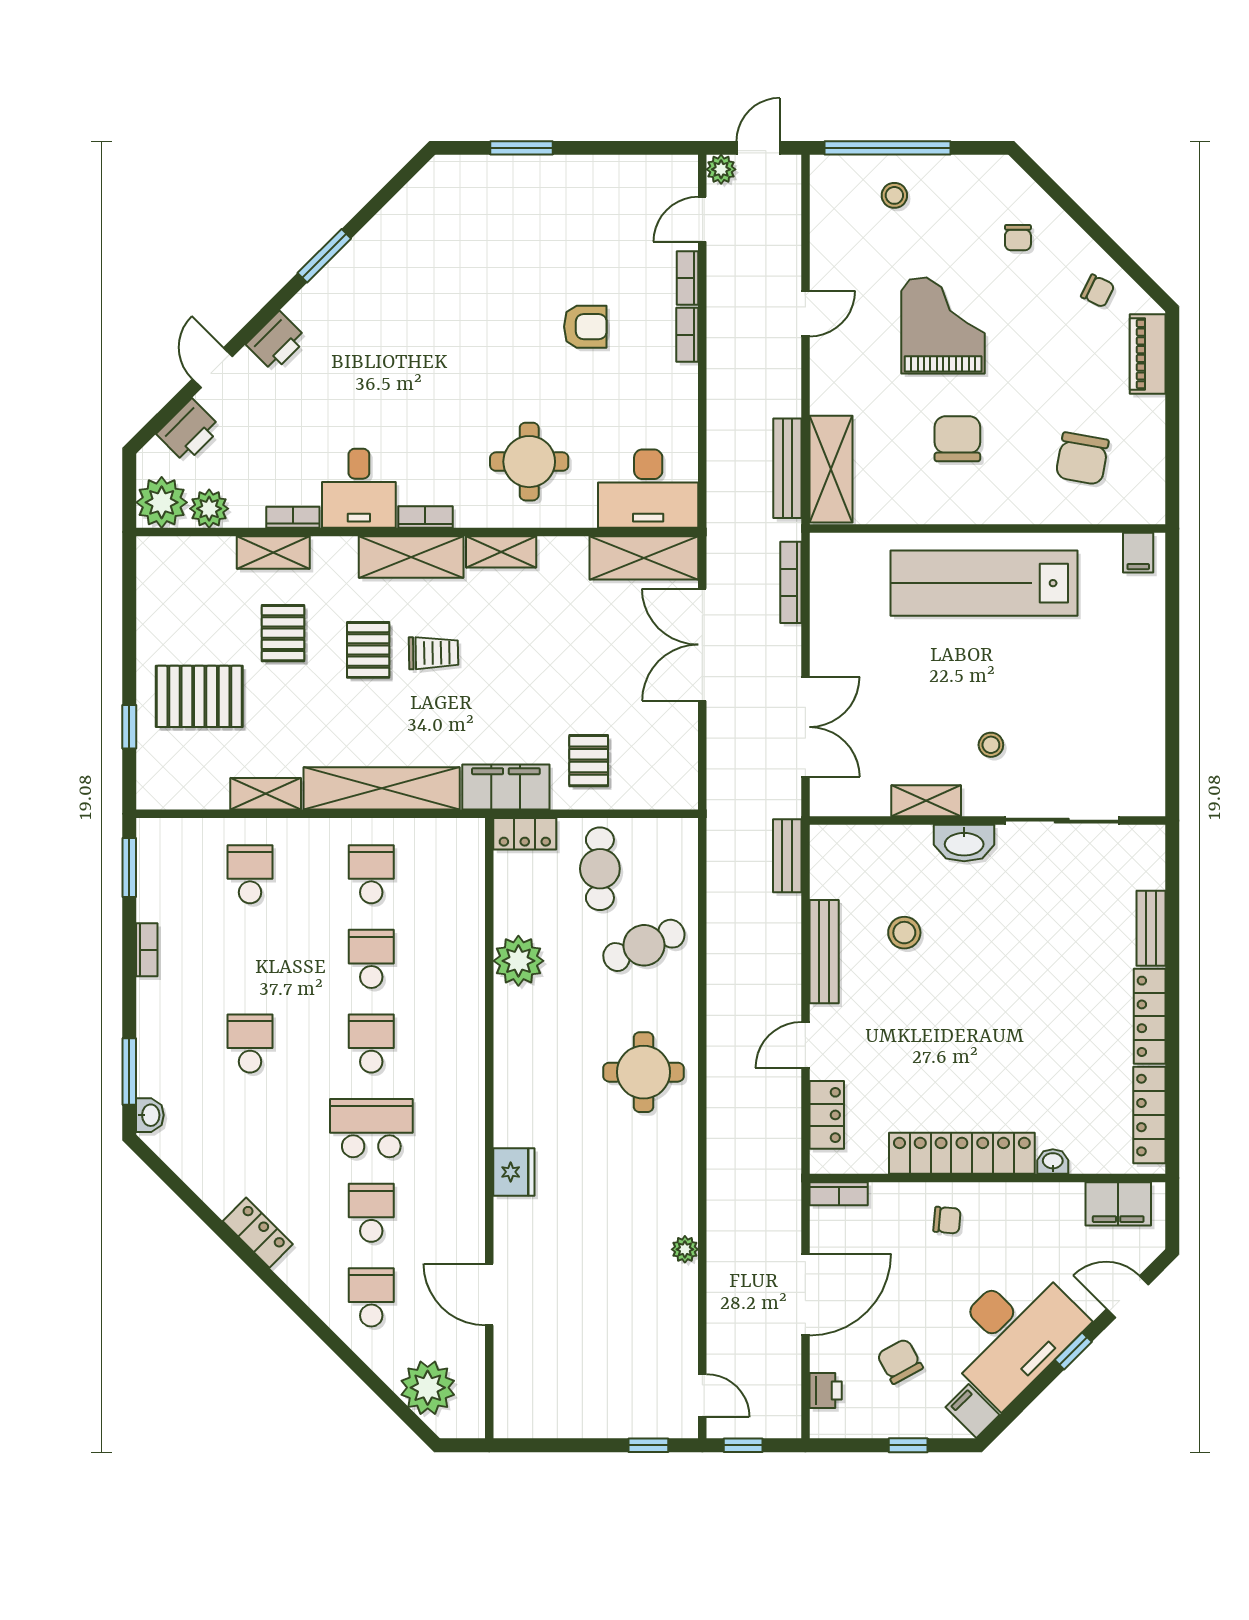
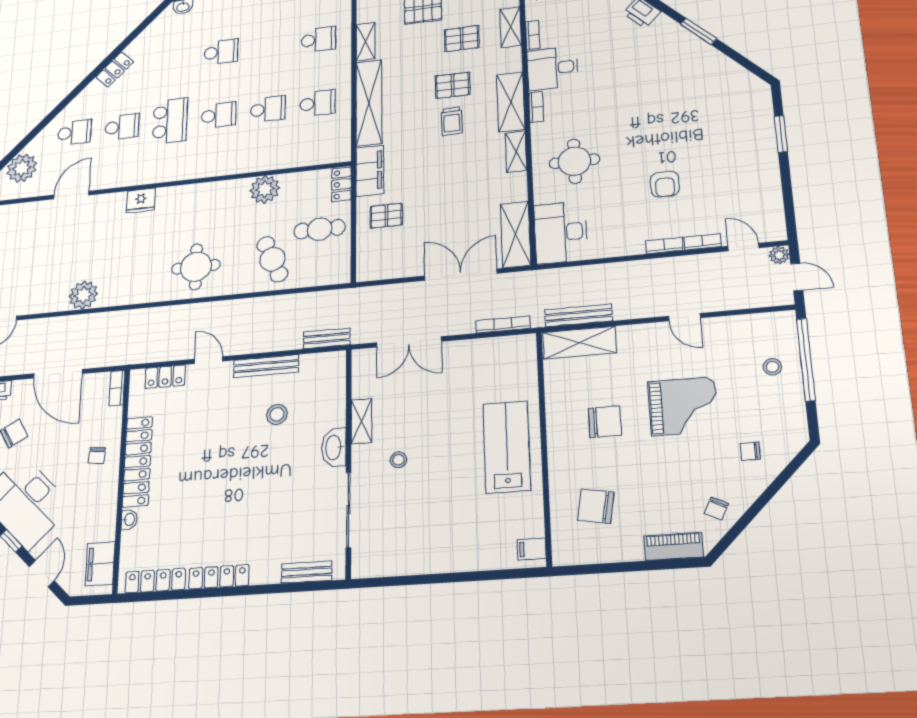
lab bench: (984, 583) -> (507, 447), width x0.73
bench: (1151, 928) -> (307, 572), moved
plant: (685, 1249) -> (83, 295), width x1.88, depth x1.88

